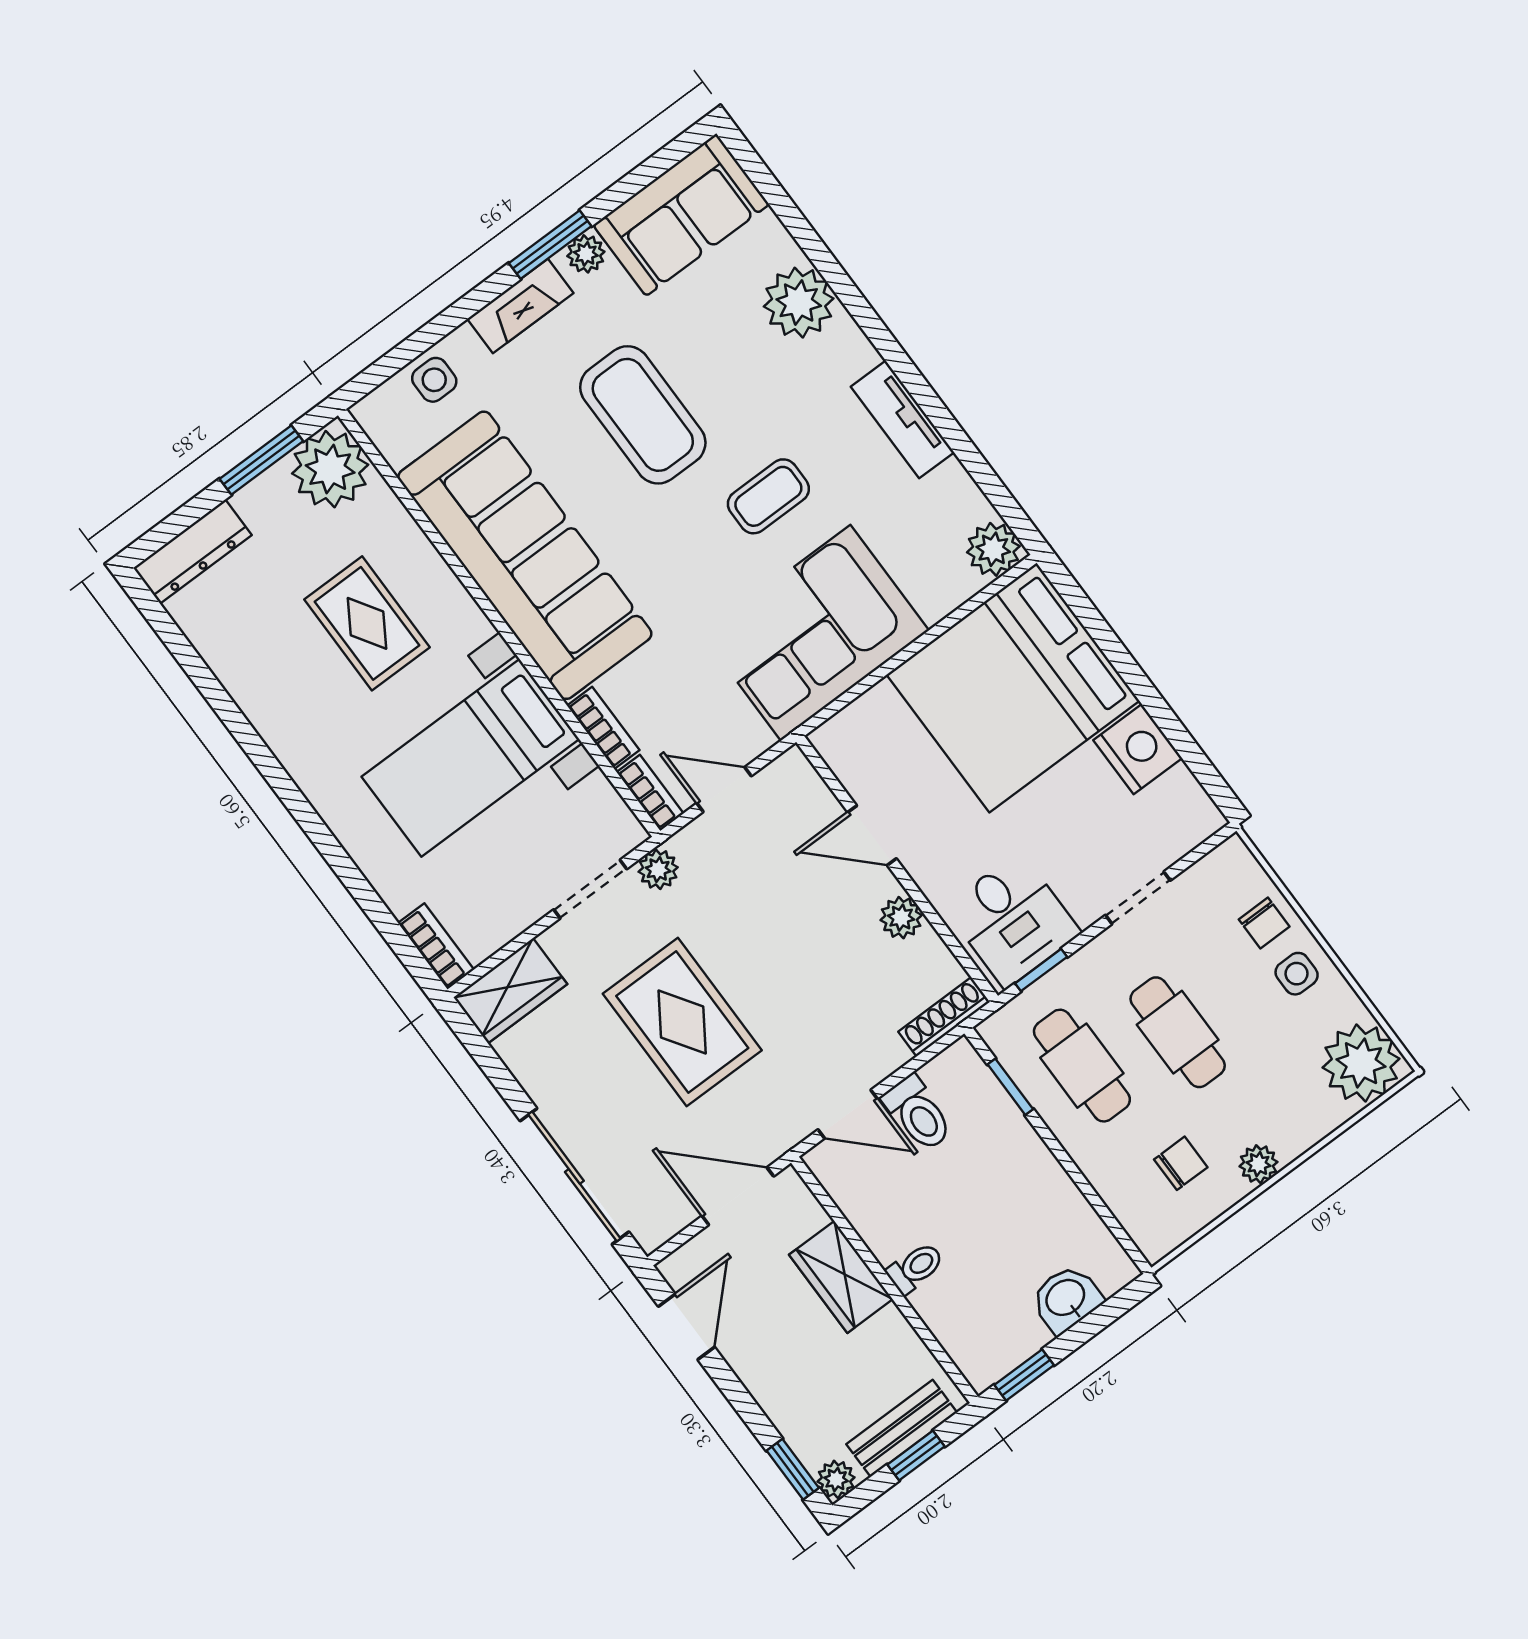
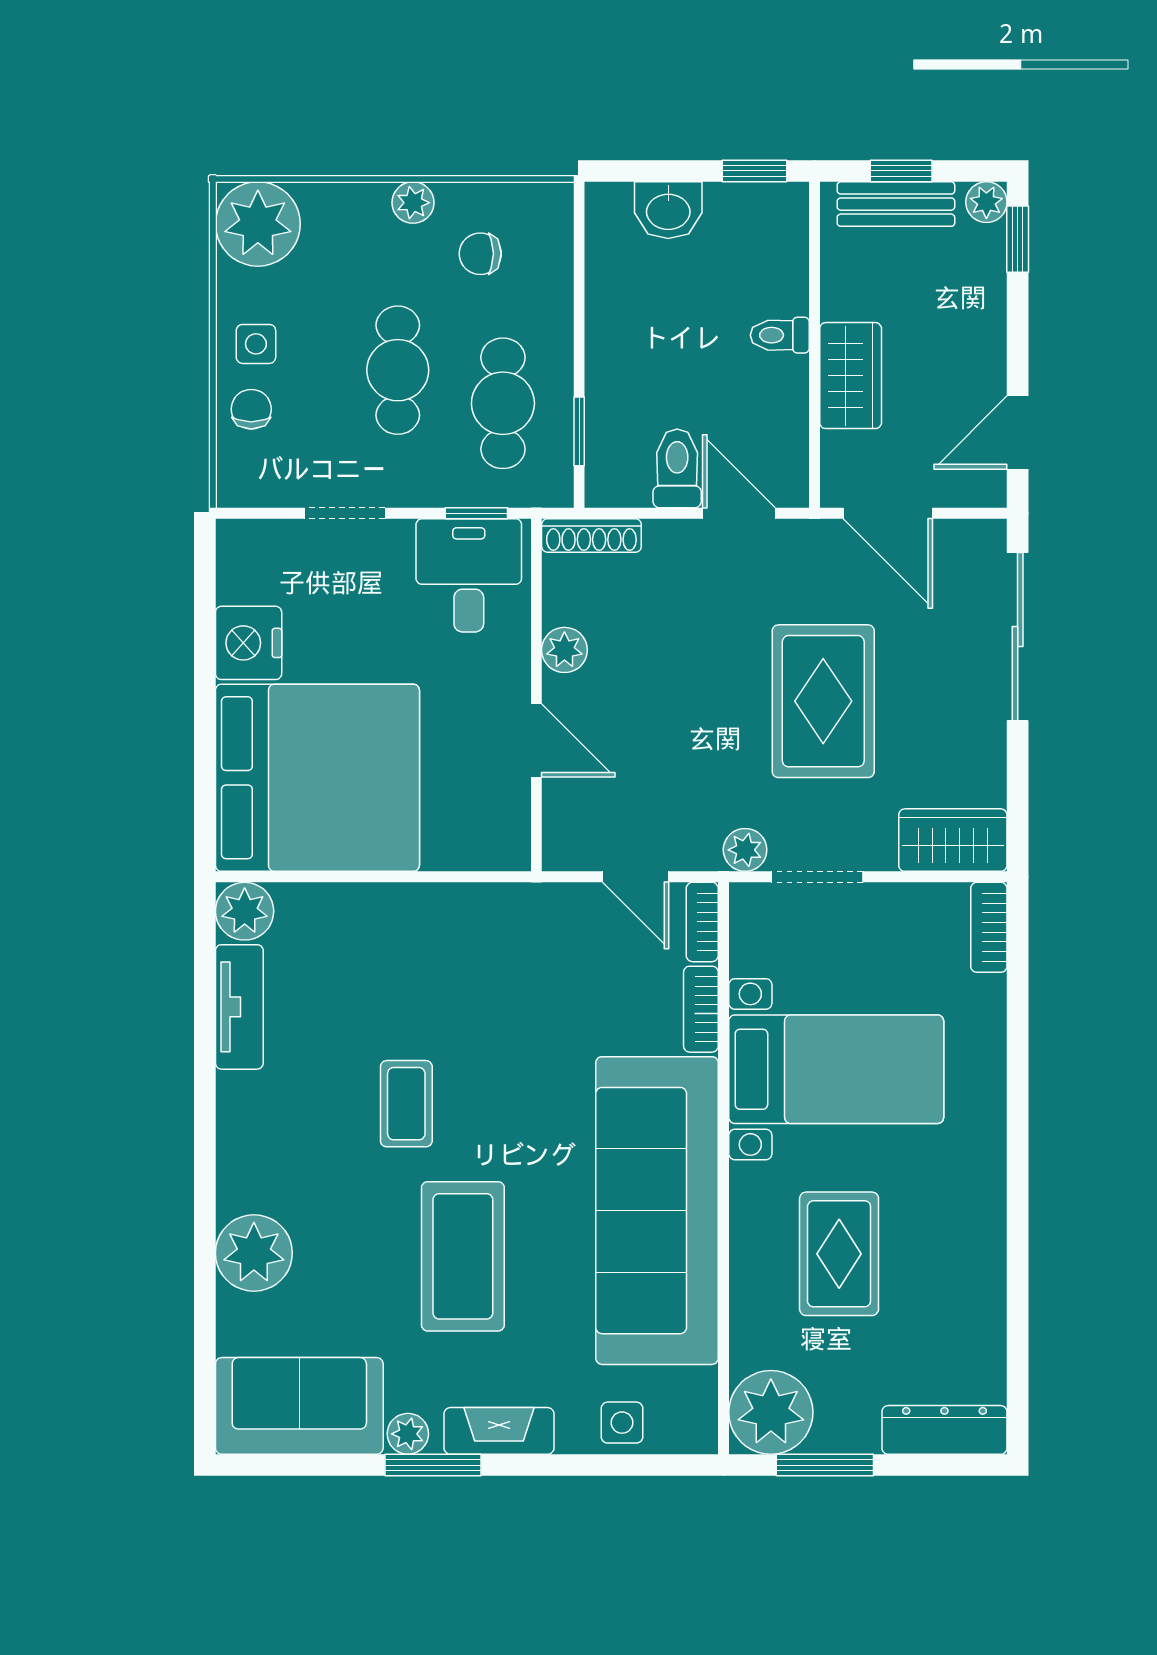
tv unit: (902, 419) -> (239, 1007), moved
coffee table: (768, 496) -> (406, 1104), turned 90
corner sofa: (816, 633) -> (454, 954), removed

